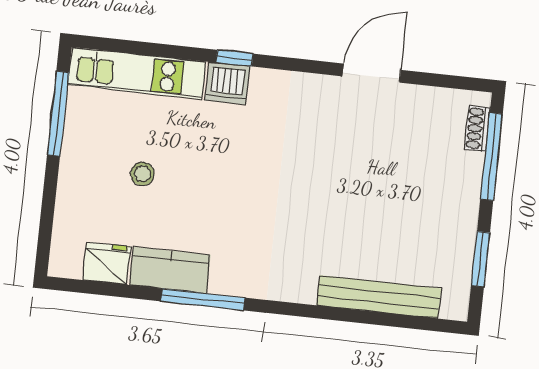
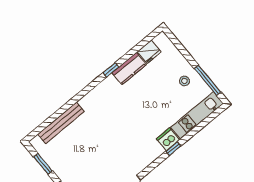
stool: (142, 174) -> (184, 81), moved
window: (203, 300) -> (111, 70), width x0.46

